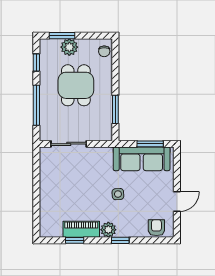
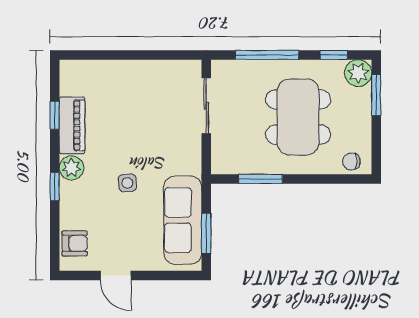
plant: (69, 47) -> (358, 73), moved
dining table: (76, 85) -> (298, 117), width x1.37

